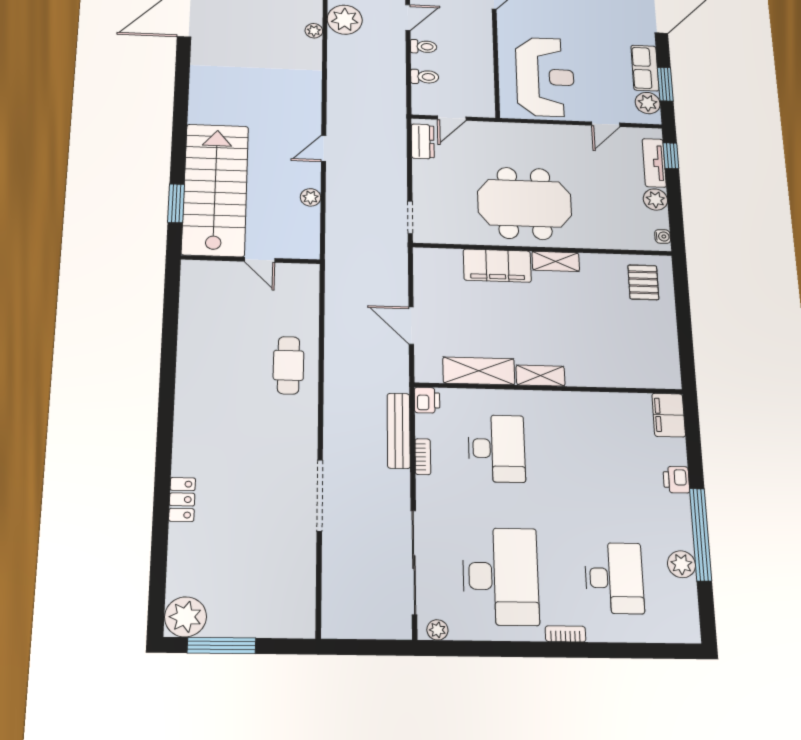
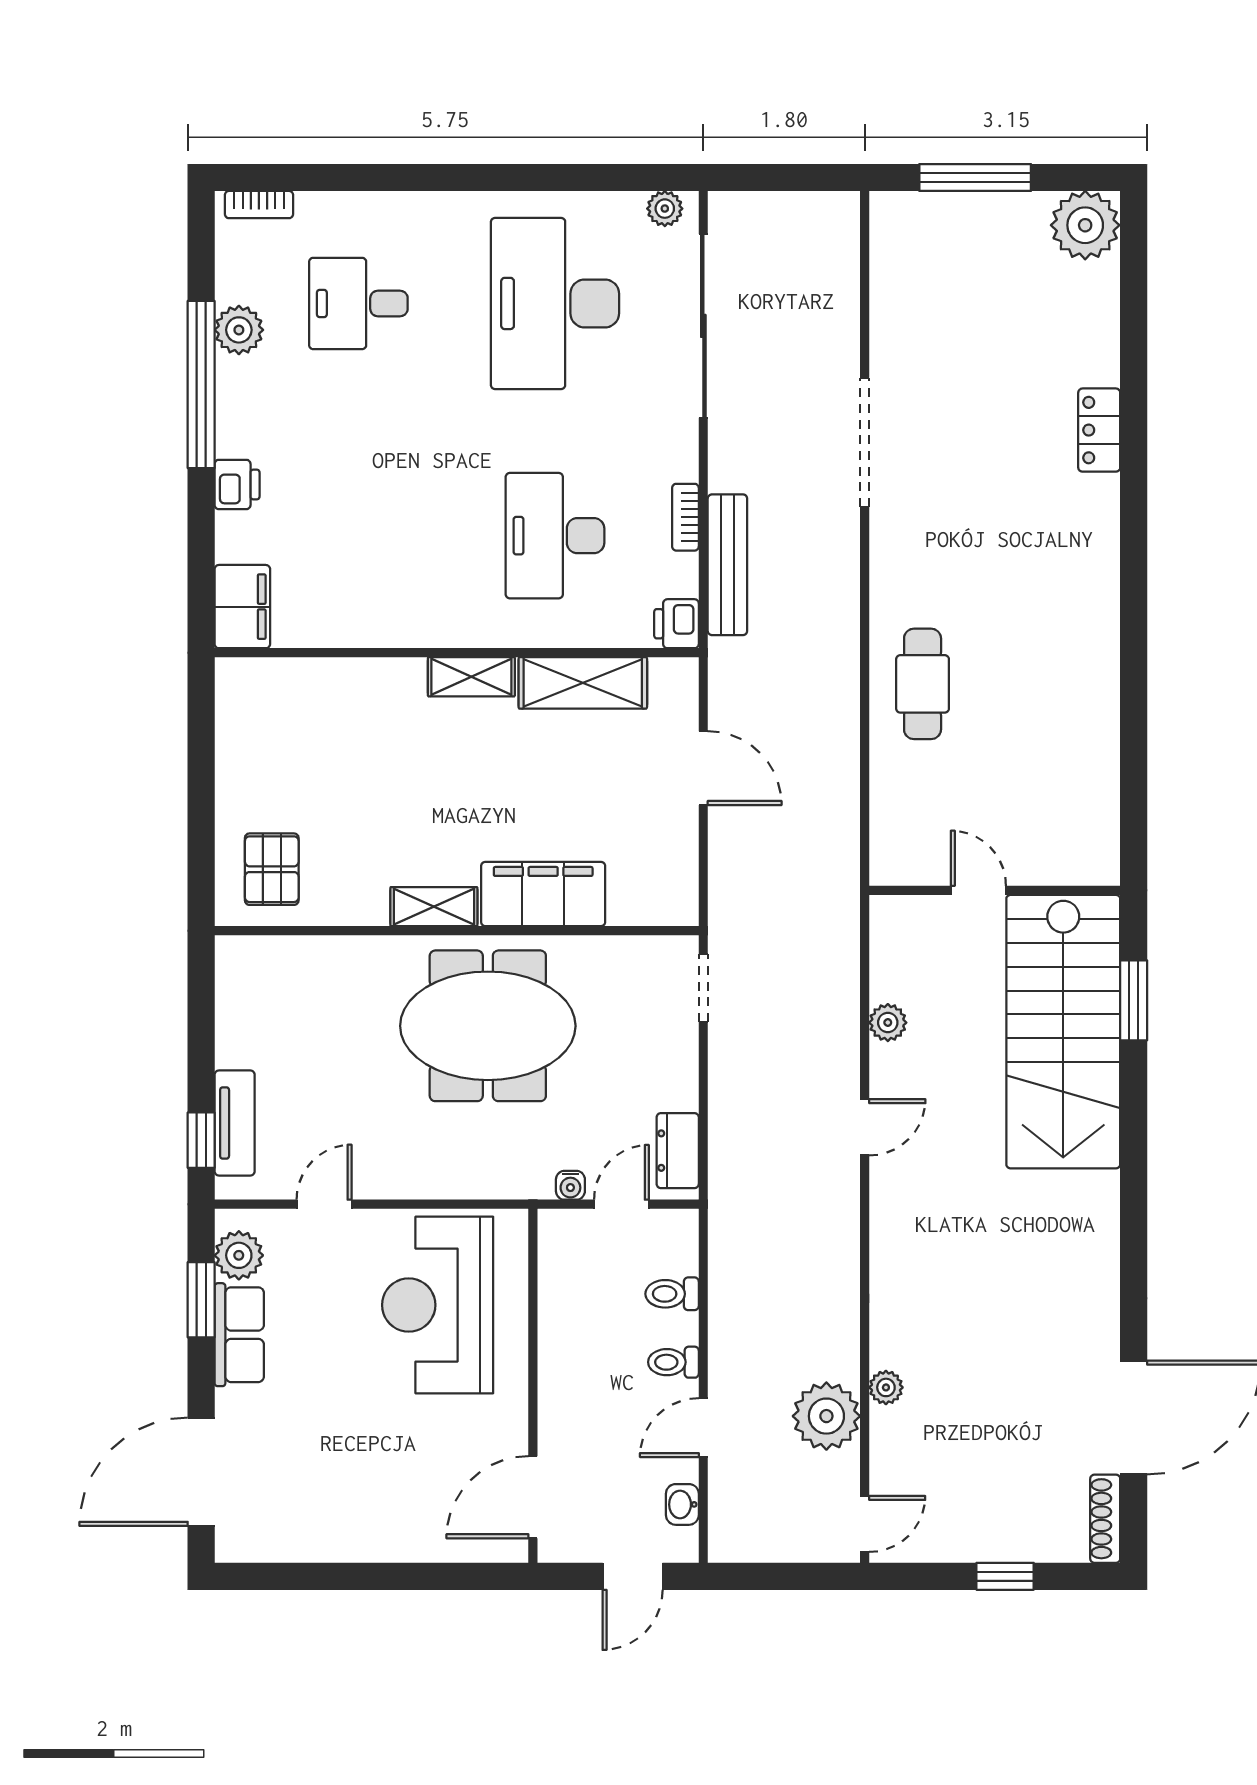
plant: (655, 199) -> (238, 1044), removed
water cooler: (663, 236) -> (570, 1185), moved, turned -90
desk: (614, 578) -> (358, 303), width x0.73
bookcase: (565, 634) -> (259, 205), moved
window: (221, 646) -> (975, 177), moved

